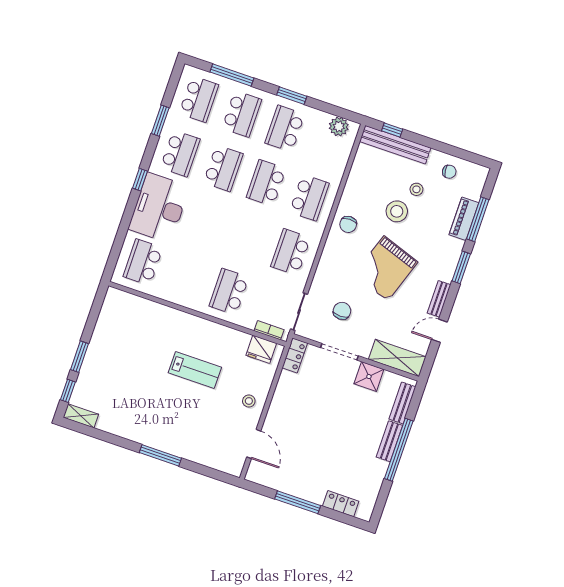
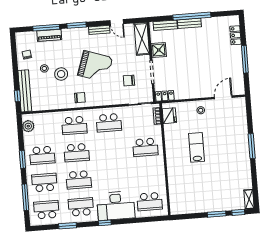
school desk: (223, 168) -> (79, 180), turned 180
school desk: (309, 198) -> (74, 125), turned 180

